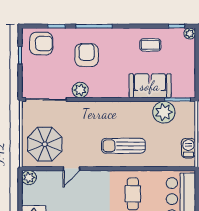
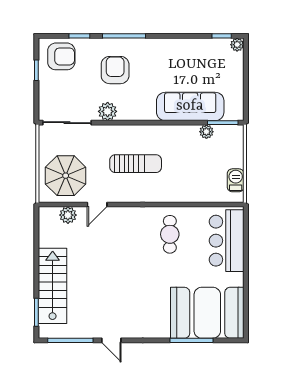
coffee table: (150, 45) -> (191, 58), removed
sofa: (150, 86) -> (190, 106), width x1.36
plant: (164, 112) -> (206, 132), width x0.53, depth x0.53
sun lounger: (123, 146) -> (136, 164), moved, turned 180
plant: (29, 178) -> (68, 215), moved

